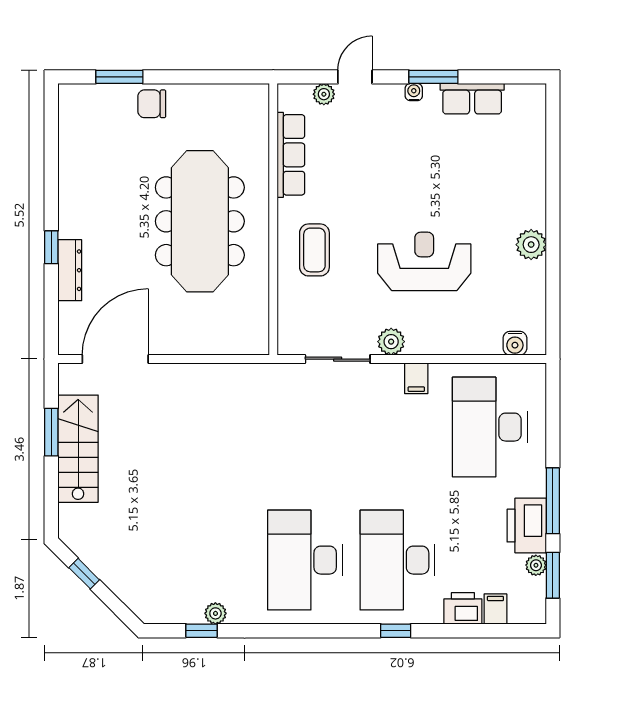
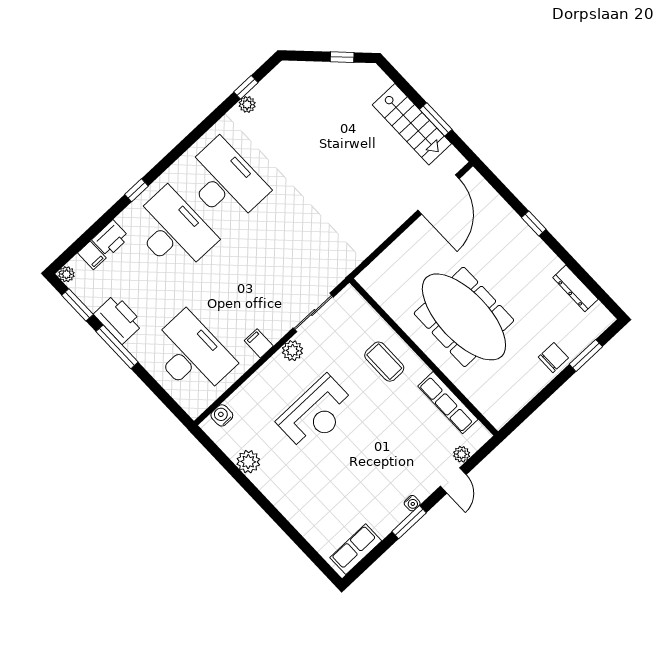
row of seats: (472, 99) -> (356, 549), moved
plant: (531, 245) -> (248, 462), moved
dresser: (70, 270) -> (575, 288), moved
plant: (536, 565) -> (66, 274), moved

